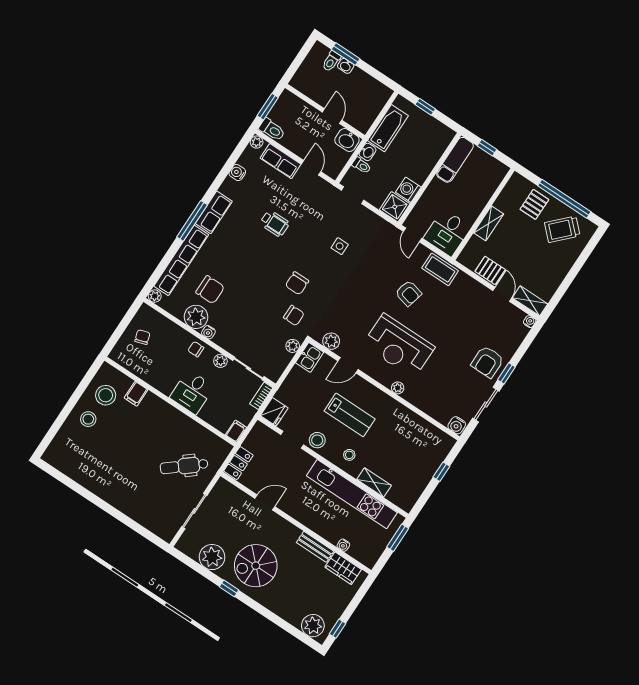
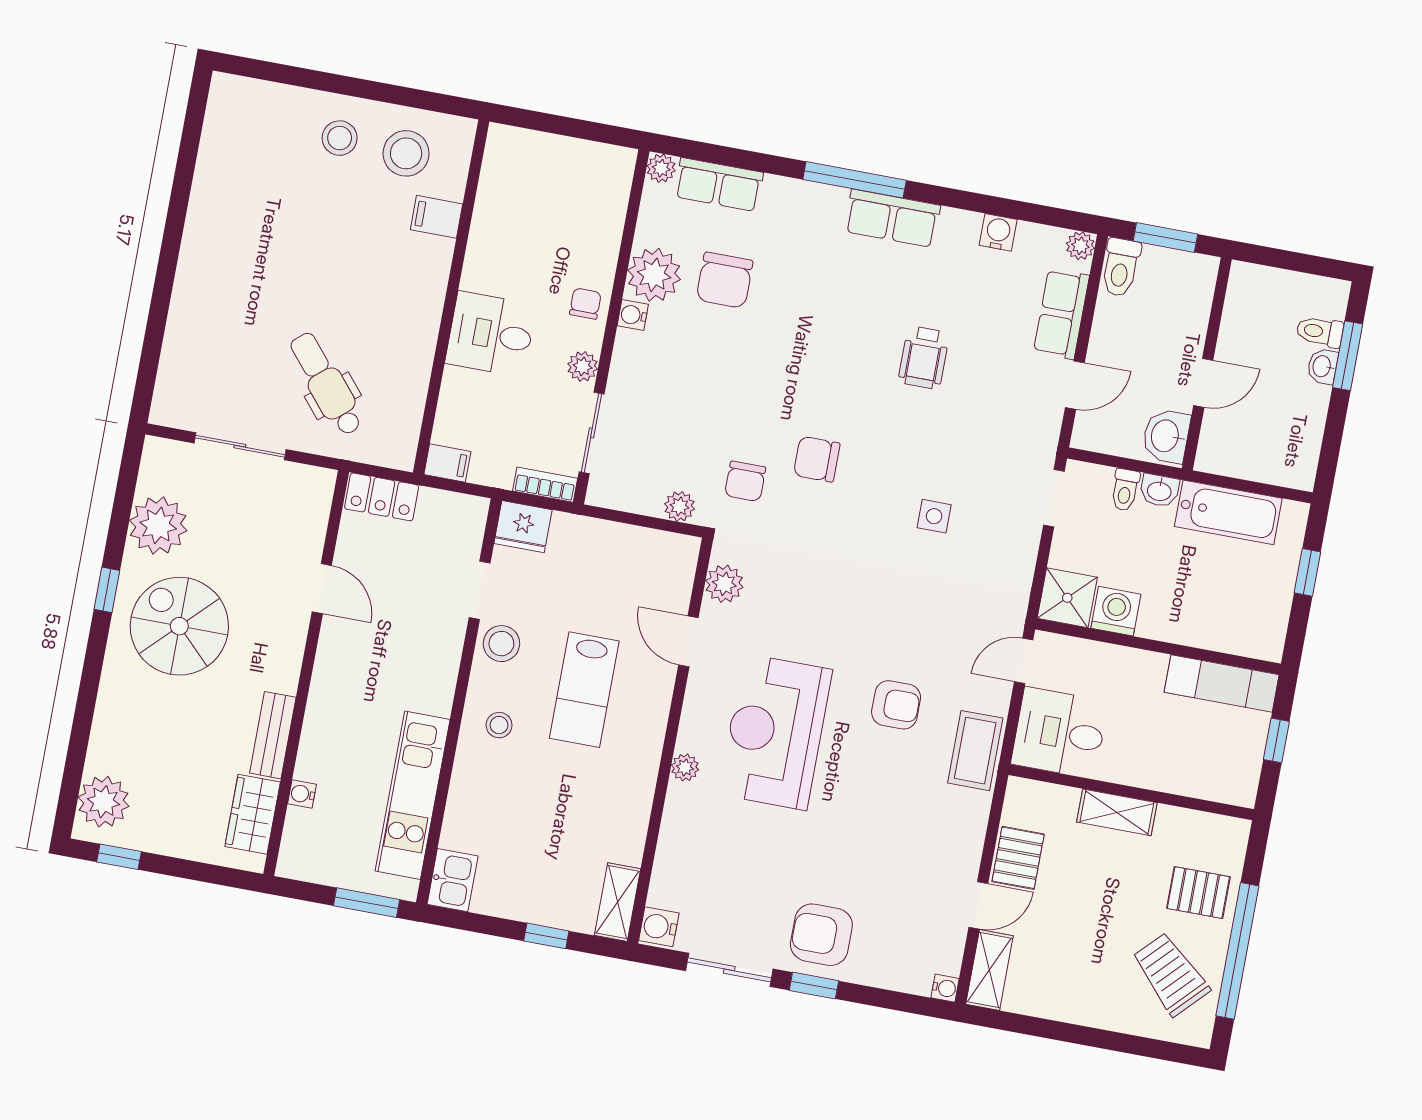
row of seats: (181, 260) -> (719, 185), width x0.50
armchair: (408, 293) -> (896, 705), turned -104
chair: (142, 337) -> (563, 179), removed
kitchen sink: (310, 357) -> (453, 880), moved, turned -90
shelving: (374, 482) -> (618, 902), moved
kitchen unit: (352, 494) -> (413, 795), width x0.73

